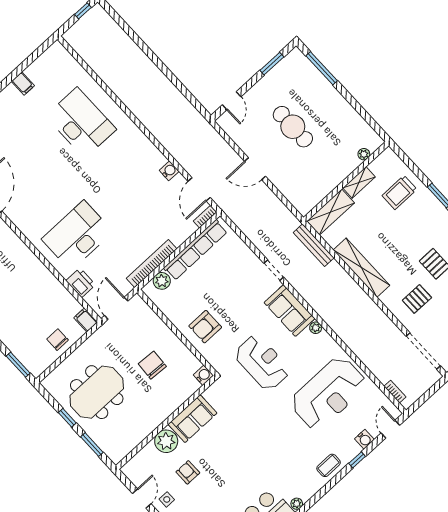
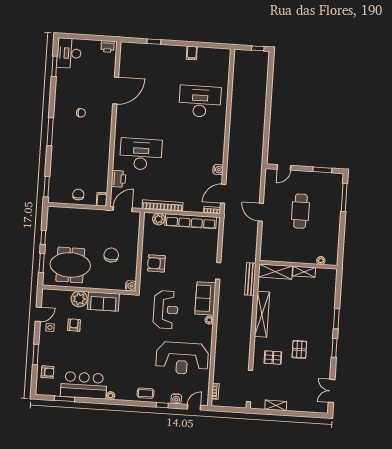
desk: (81, 123) -> (200, 101), turned -90
trolley: (399, 192) -> (319, 297), removed
meeting table: (97, 392) -> (70, 265), moved

